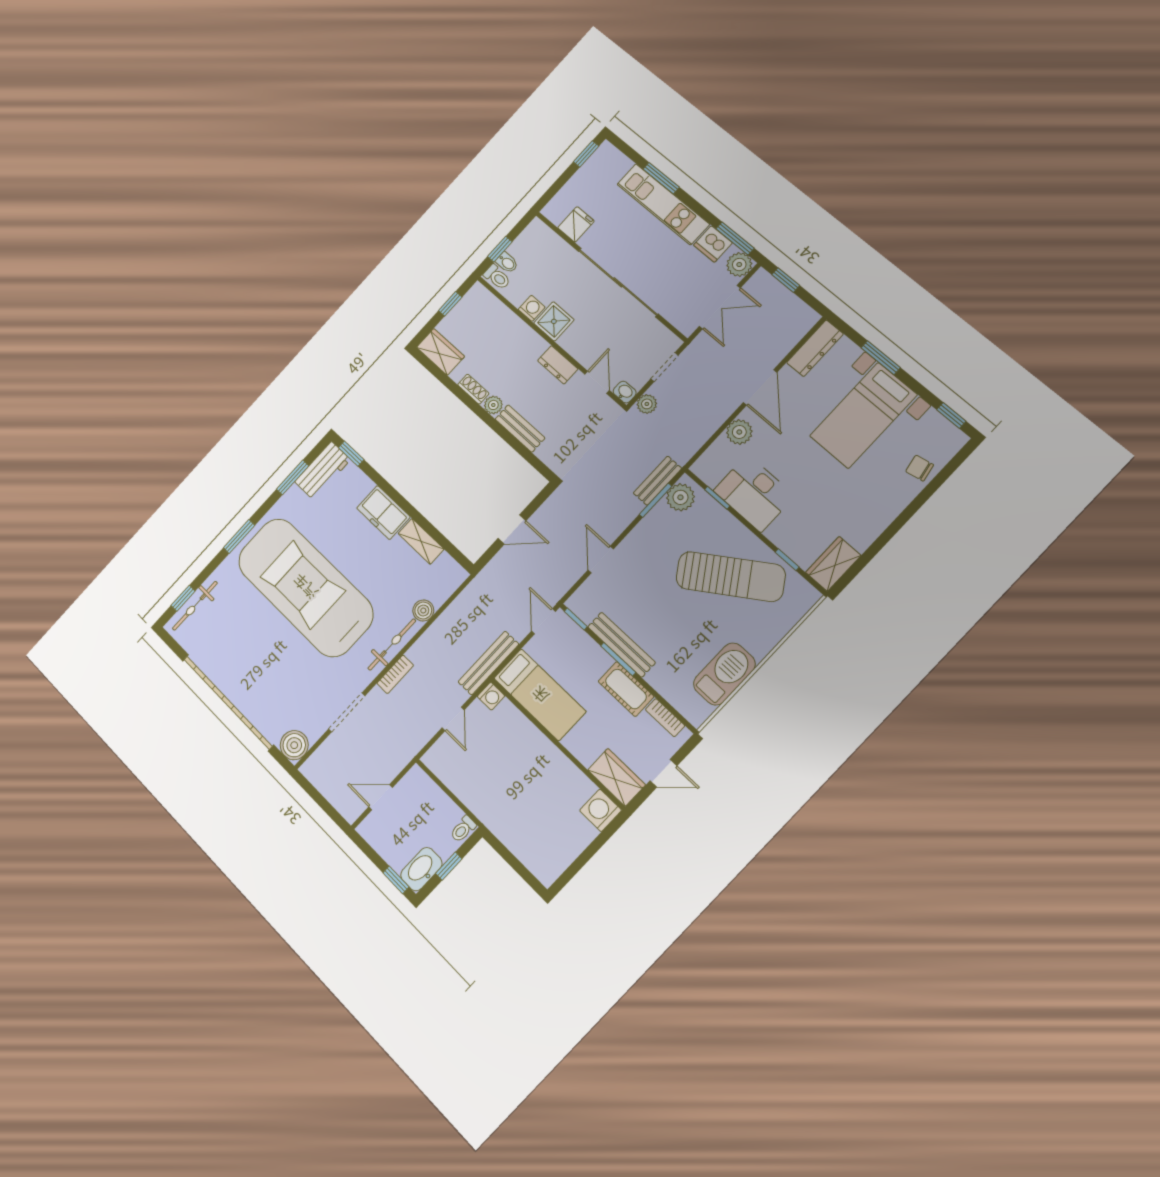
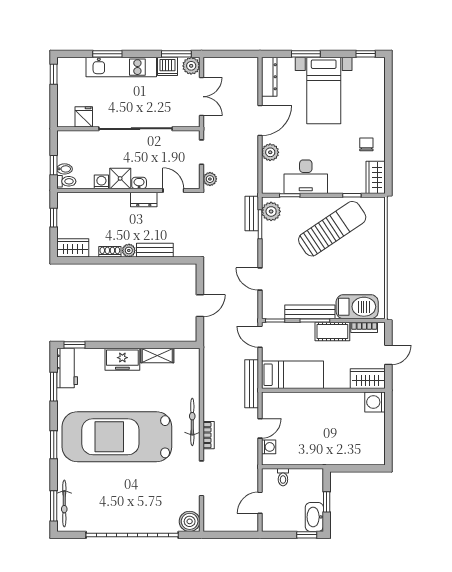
window: (786, 280) -> (223, 54), removed
door: (760, 387) -> (260, 120), hinge flipped
washbasin: (625, 392) -> (139, 183), moved
chair: (920, 468) -> (366, 144), moved, turned 101
window: (183, 598) -> (54, 506), width x1.50
boiler: (423, 611) -> (192, 389), removed
barbecue: (724, 674) -> (357, 307), moved, turned 90
washing machine: (491, 696) -> (269, 447), moved
door: (453, 719) -> (260, 428), hinge flipped
toilet: (463, 829) -> (283, 477), moved

